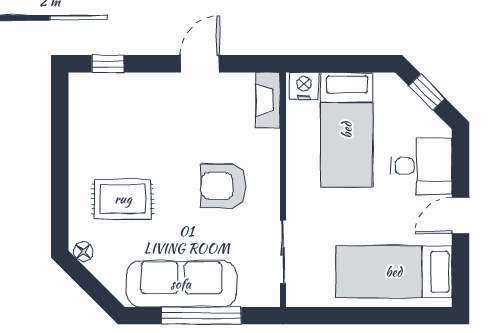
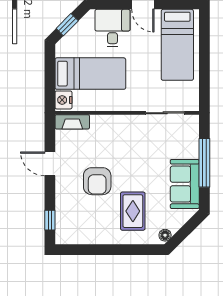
armchair: (223, 186) -> (97, 181), moved
sofa: (181, 284) -> (185, 184), width x0.73

